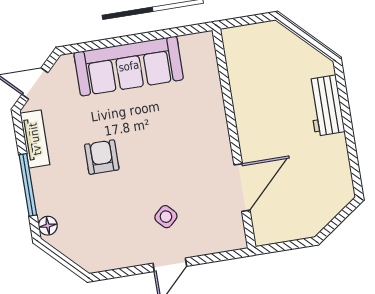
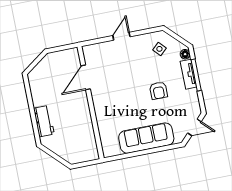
tv unit: (35, 139) -> (188, 74), moved
side table: (166, 217) -> (159, 49), moved

